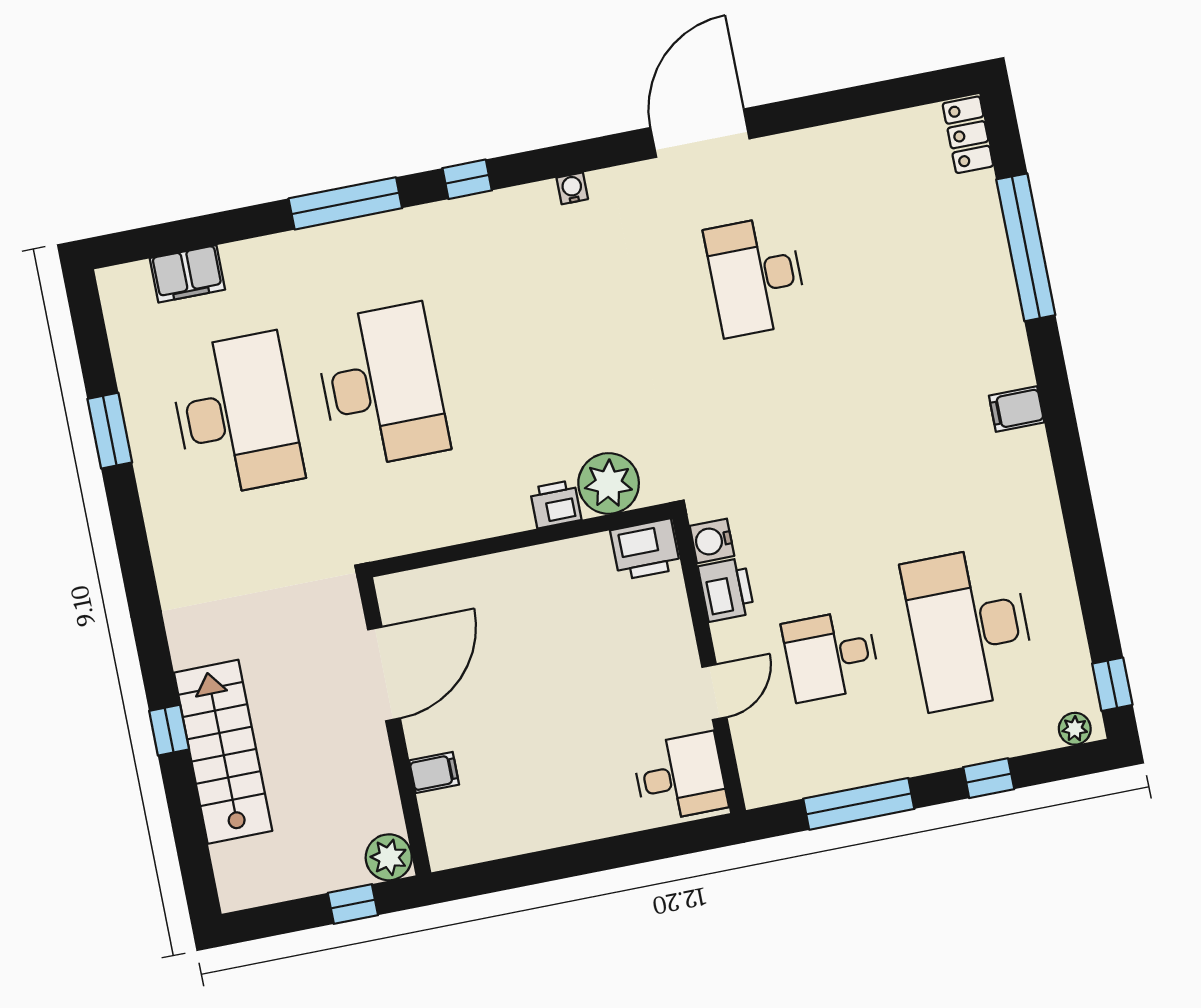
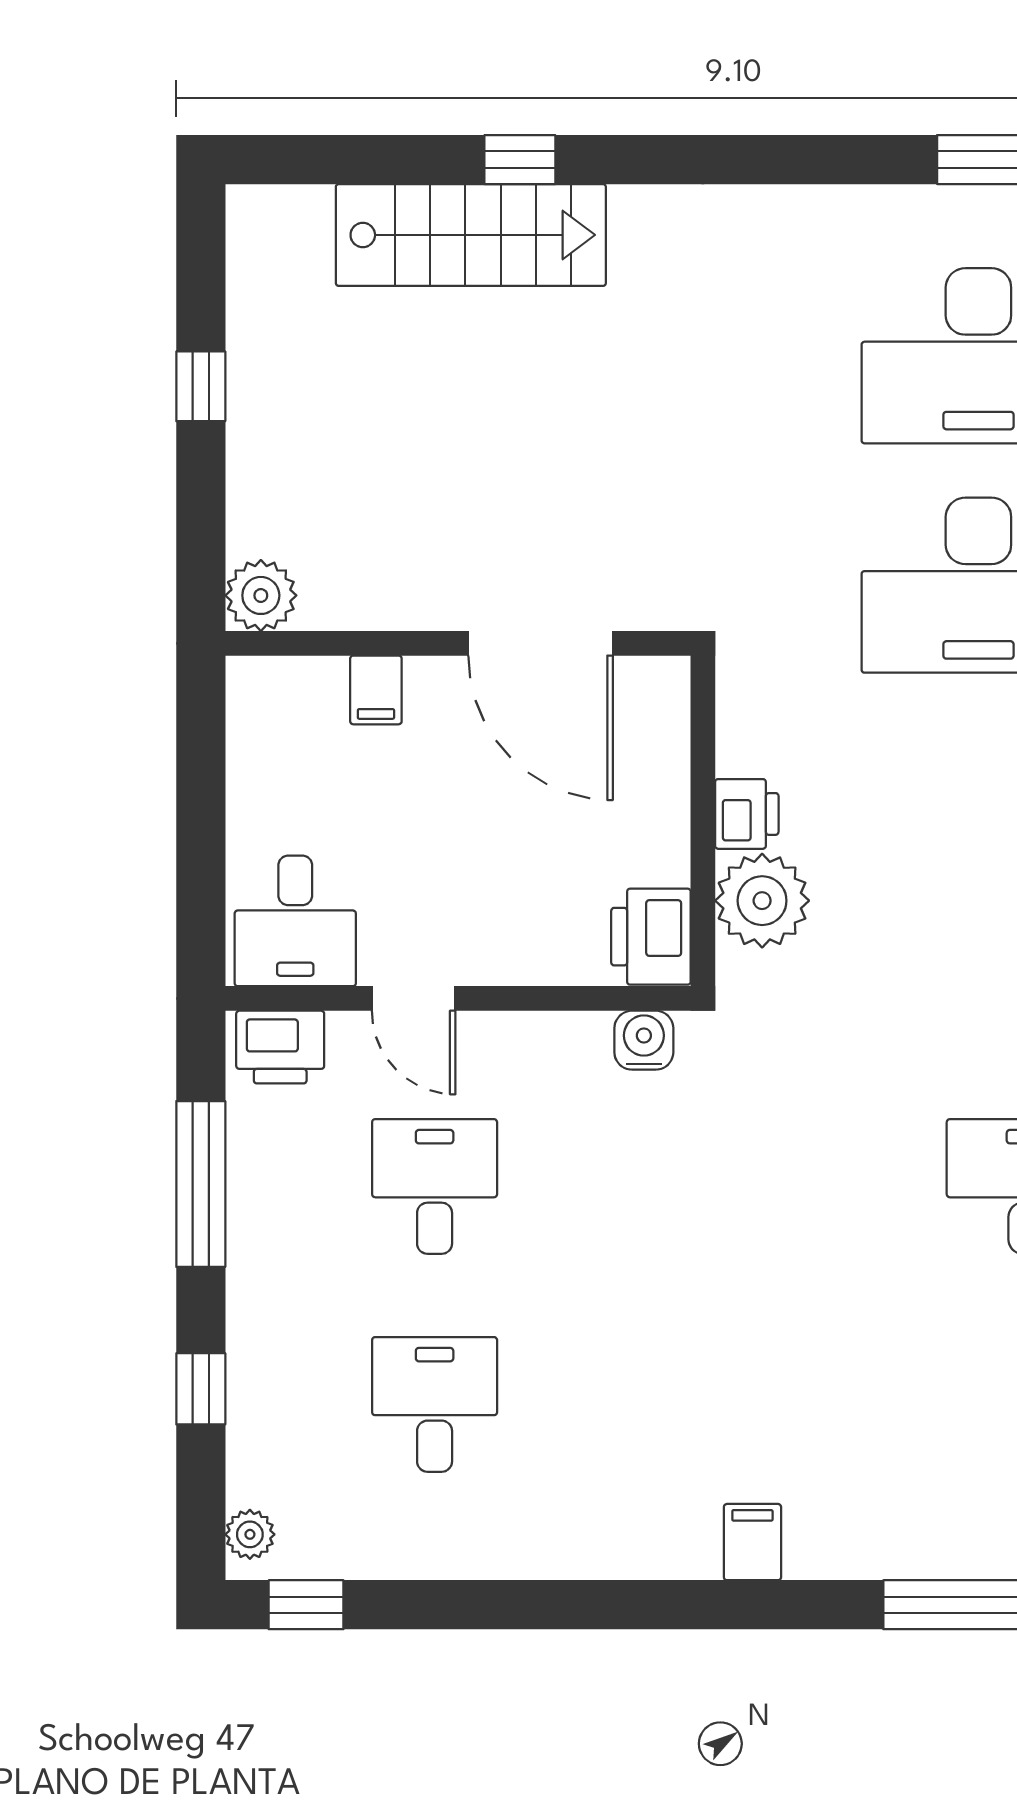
printer: (726, 590) -> (280, 1047), moved
desk: (969, 628) -> (435, 1404), width x0.53, depth x0.77
door: (384, 674) -> (541, 643), moved
wall: (394, 726) -> (458, 643), moved
filing cabinet: (434, 772) -> (376, 690), moved
plant: (389, 857) -> (261, 595), moved

